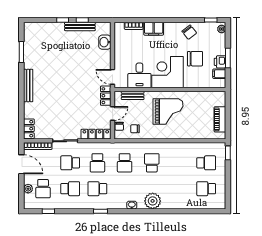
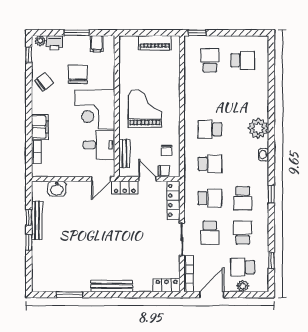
printer: (220, 62) -> (54, 43), moved
school desk: (43, 189) -> (243, 267), turned 180
school desk: (206, 189) -> (243, 60), turned -90

